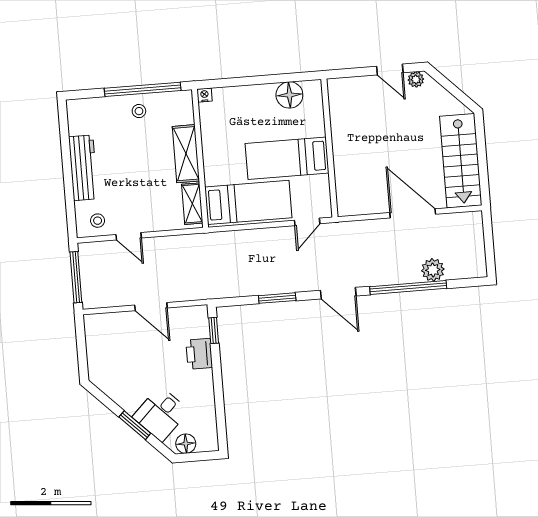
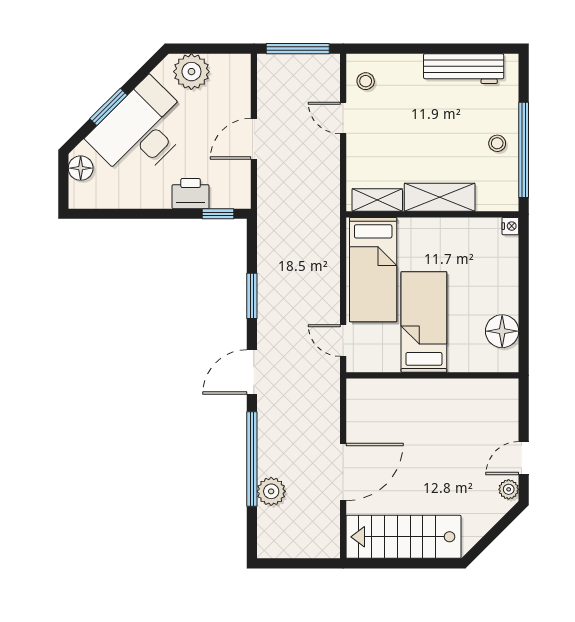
workbench: (83, 168) -> (464, 69), moved
door: (129, 236) -> (343, 118), hinge flipped
plant: (101, 361) -> (191, 72), added
desk: (161, 414) -> (141, 130), width x1.87, depth x1.30

